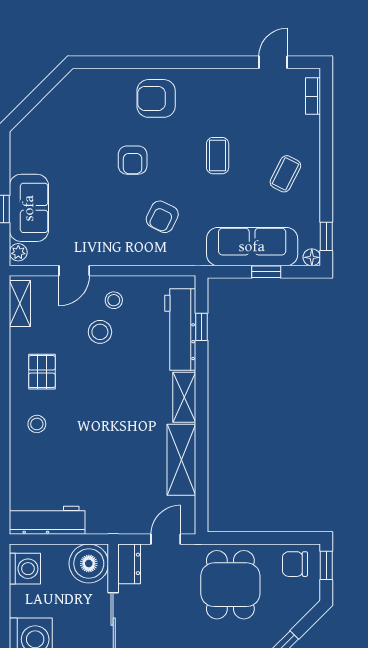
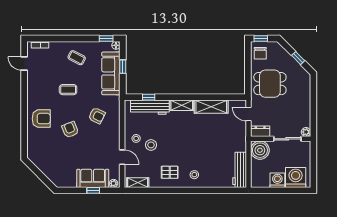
armchair: (156, 98) -> (41, 119), turned -90
armchair: (133, 160) -> (70, 130), turned -112
washing machine: (25, 569) -> (277, 180), moved

